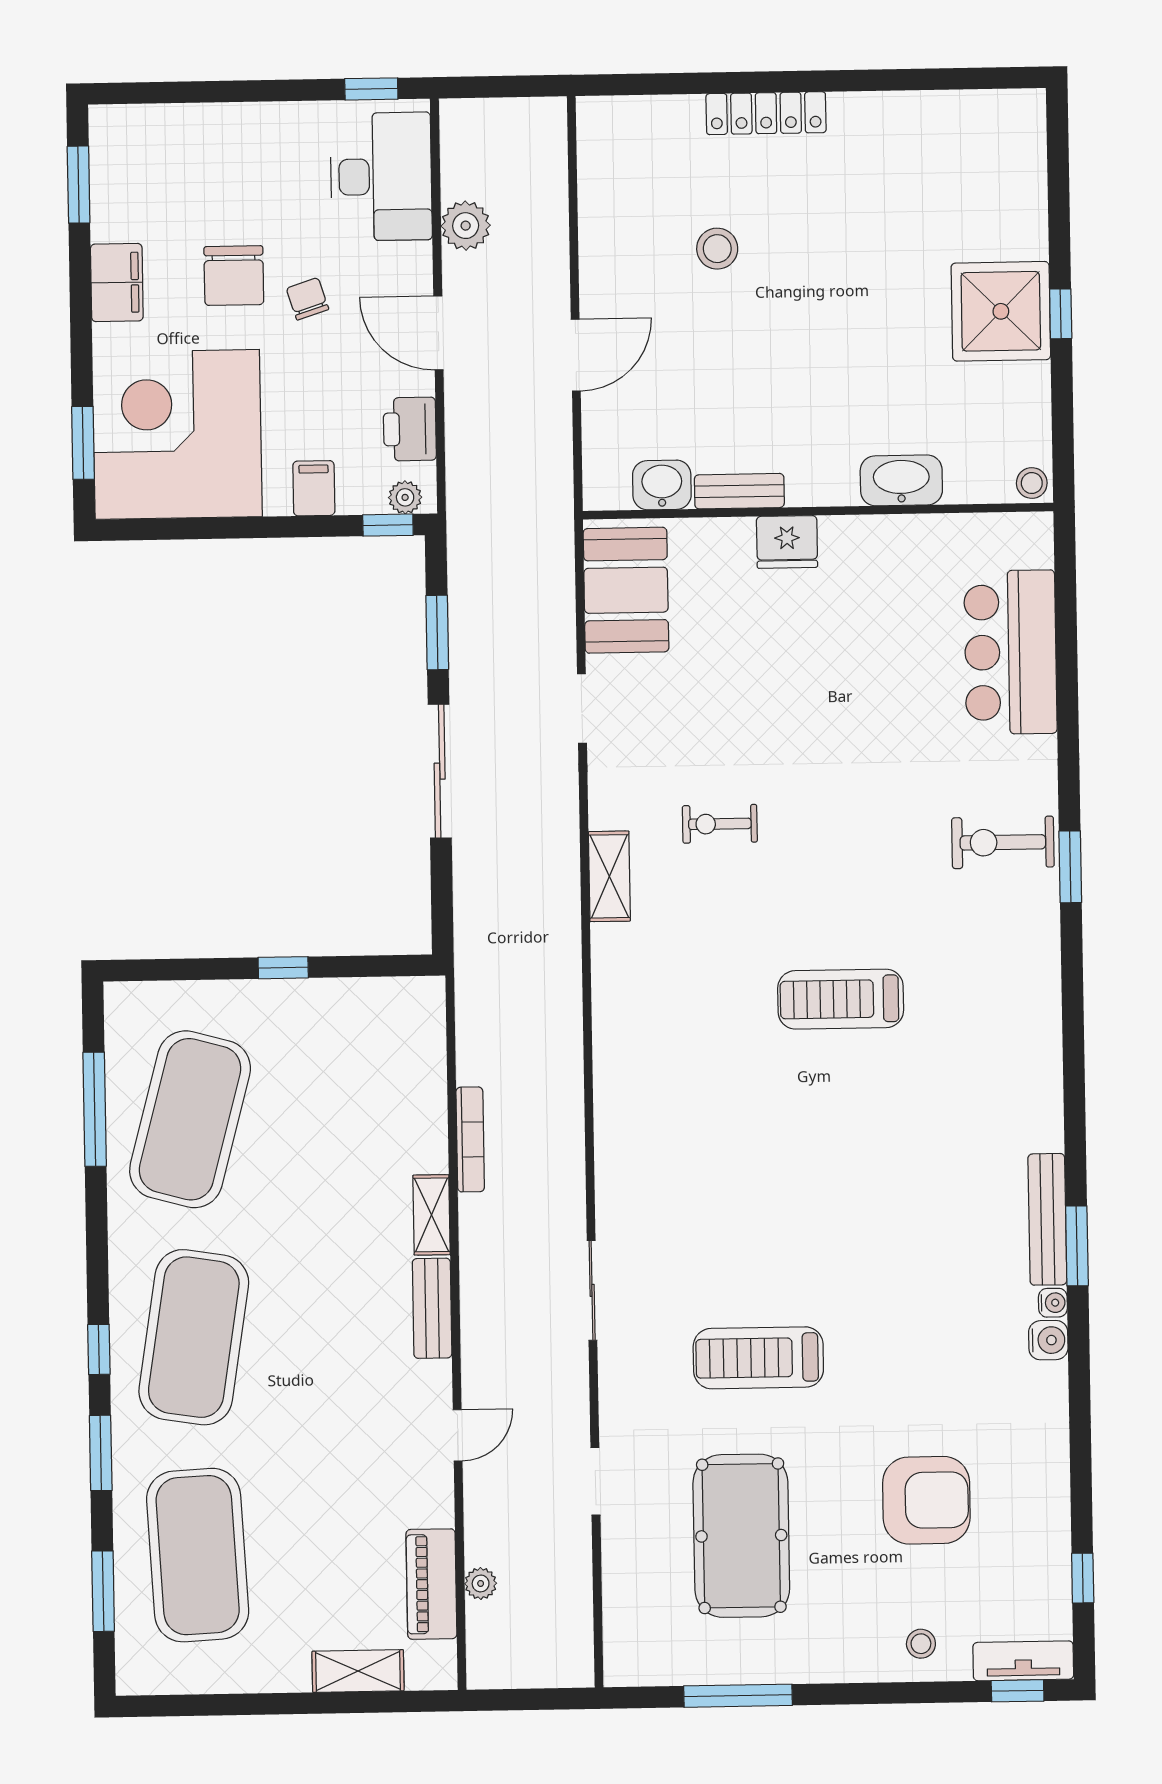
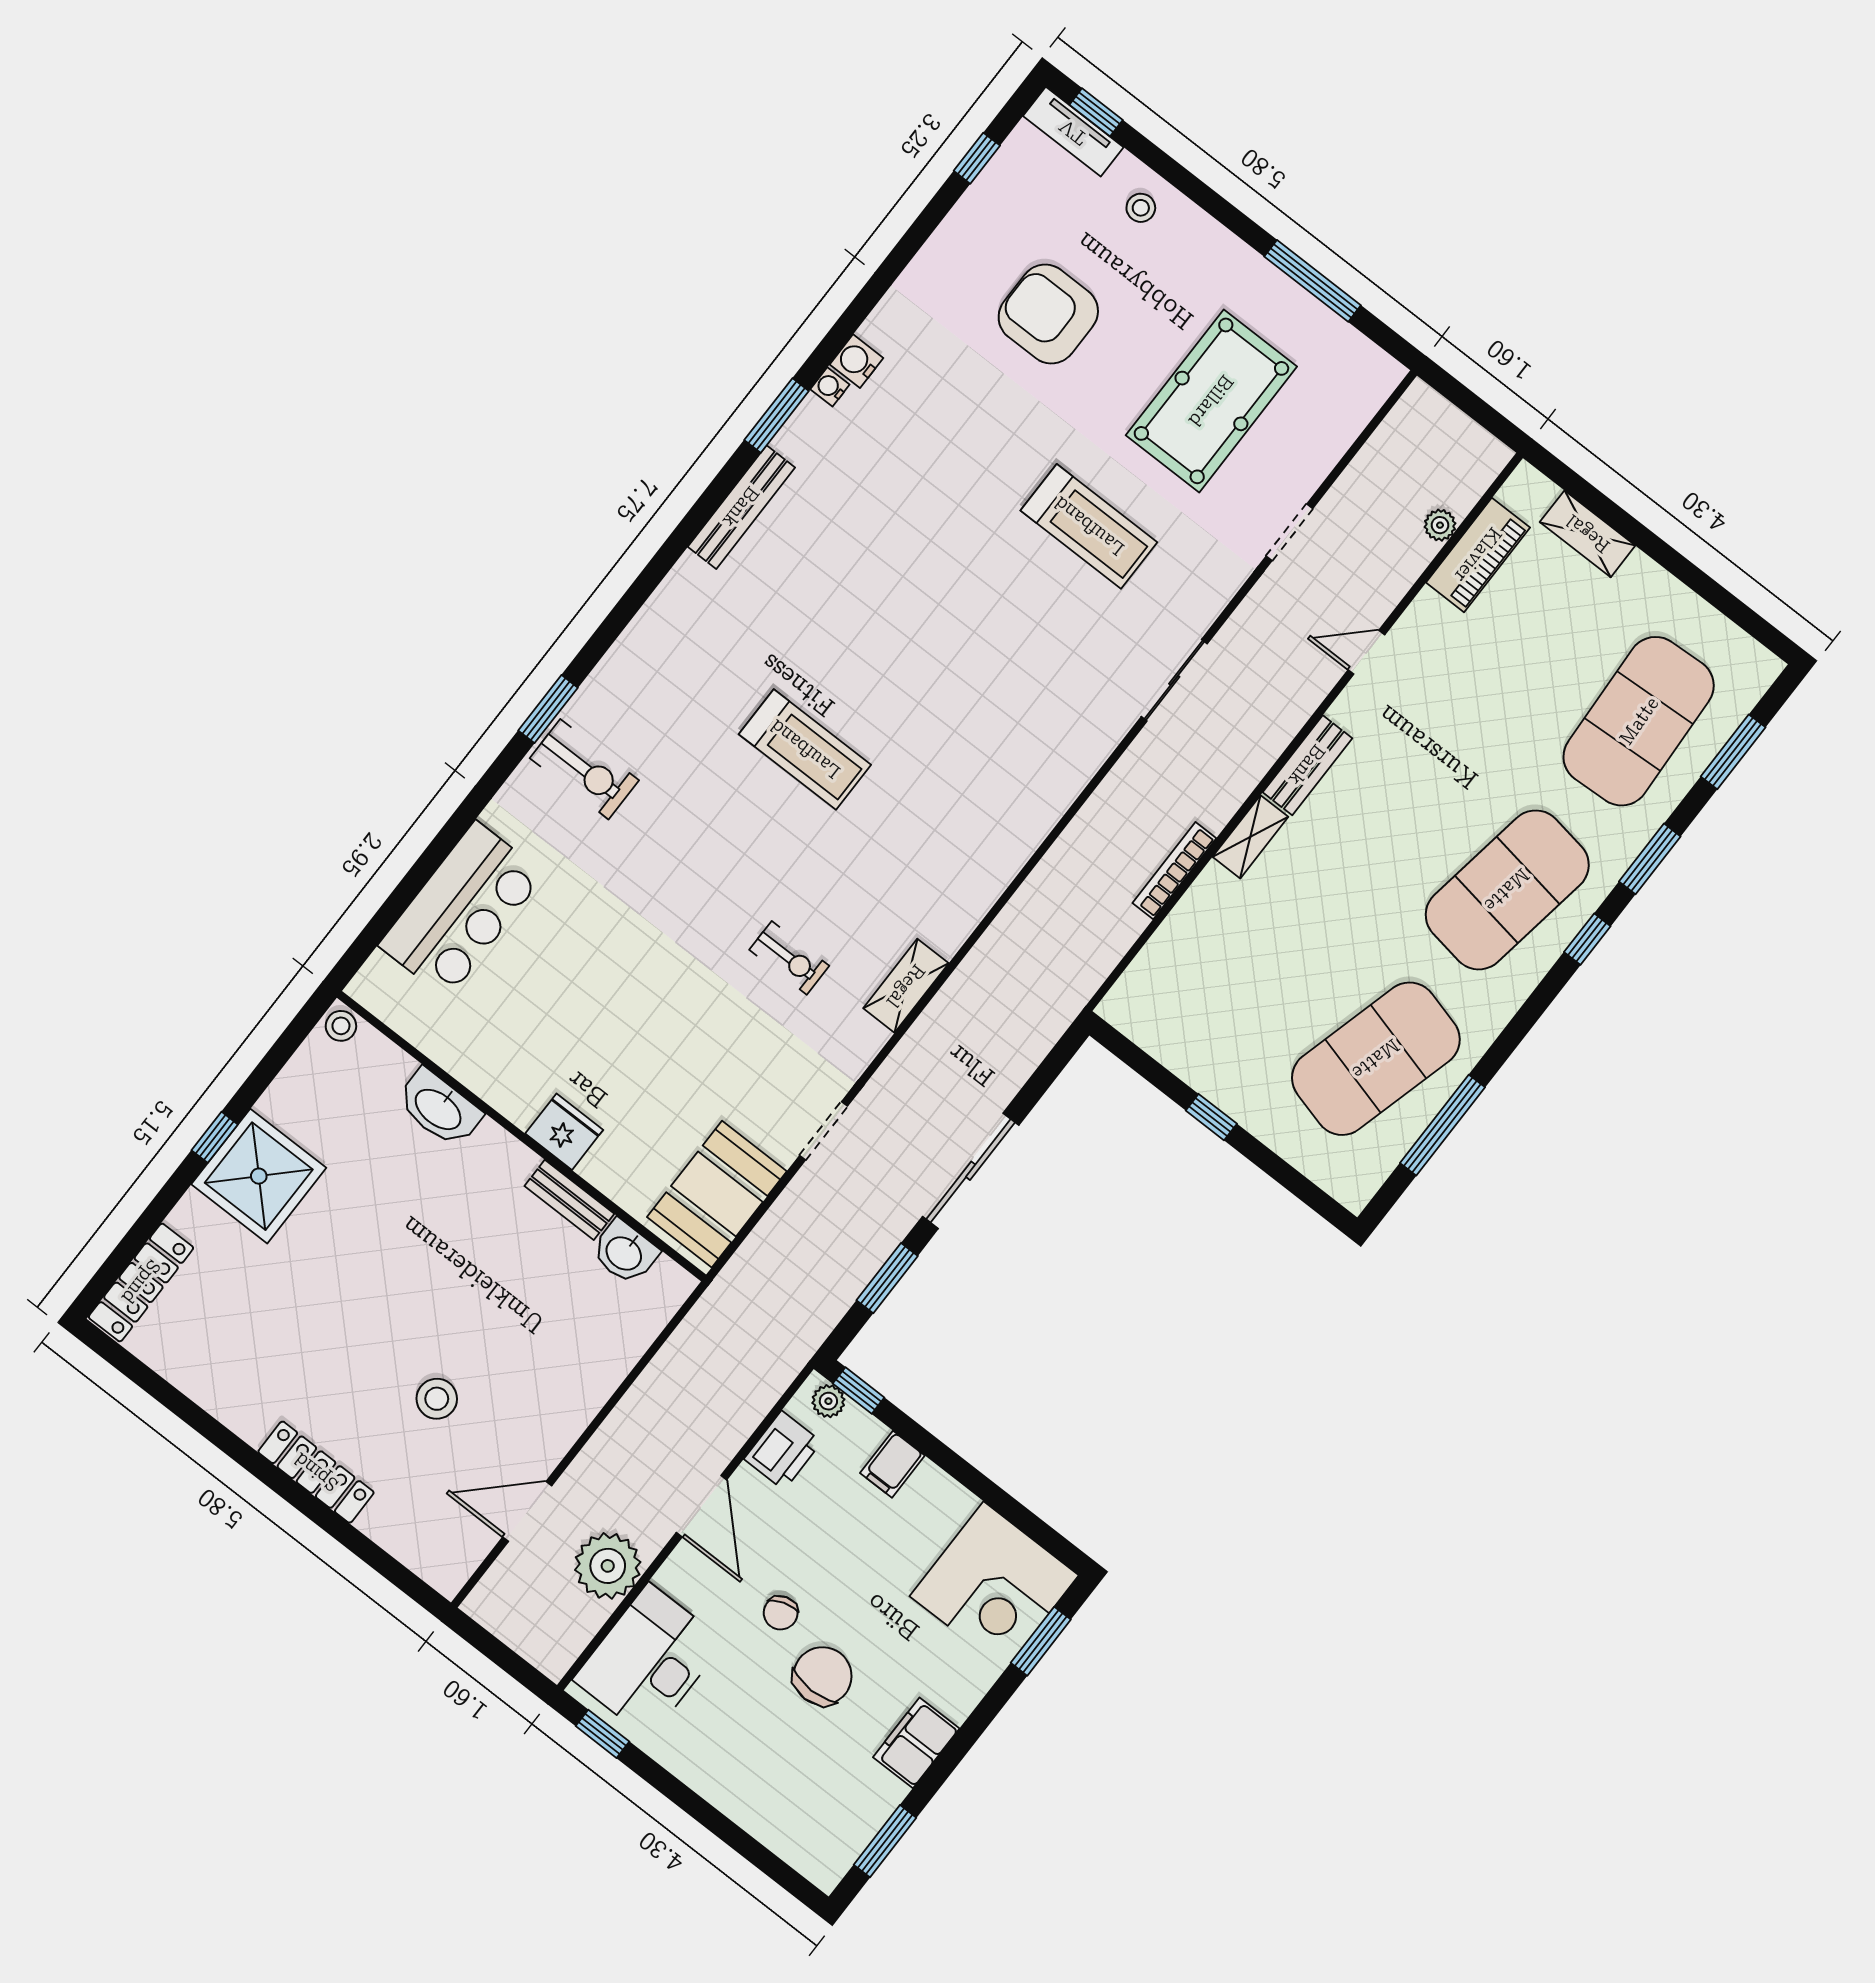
locker: (1026, 152) -> (141, 1282), added
plant: (466, 226) -> (608, 1566), width x1.36, depth x1.36
door: (576, 355) -> (527, 1511), moved
corner desk: (177, 434) -> (994, 1586), width x0.74, depth x0.74
bench: (1047, 1219) -> (741, 507), moved

